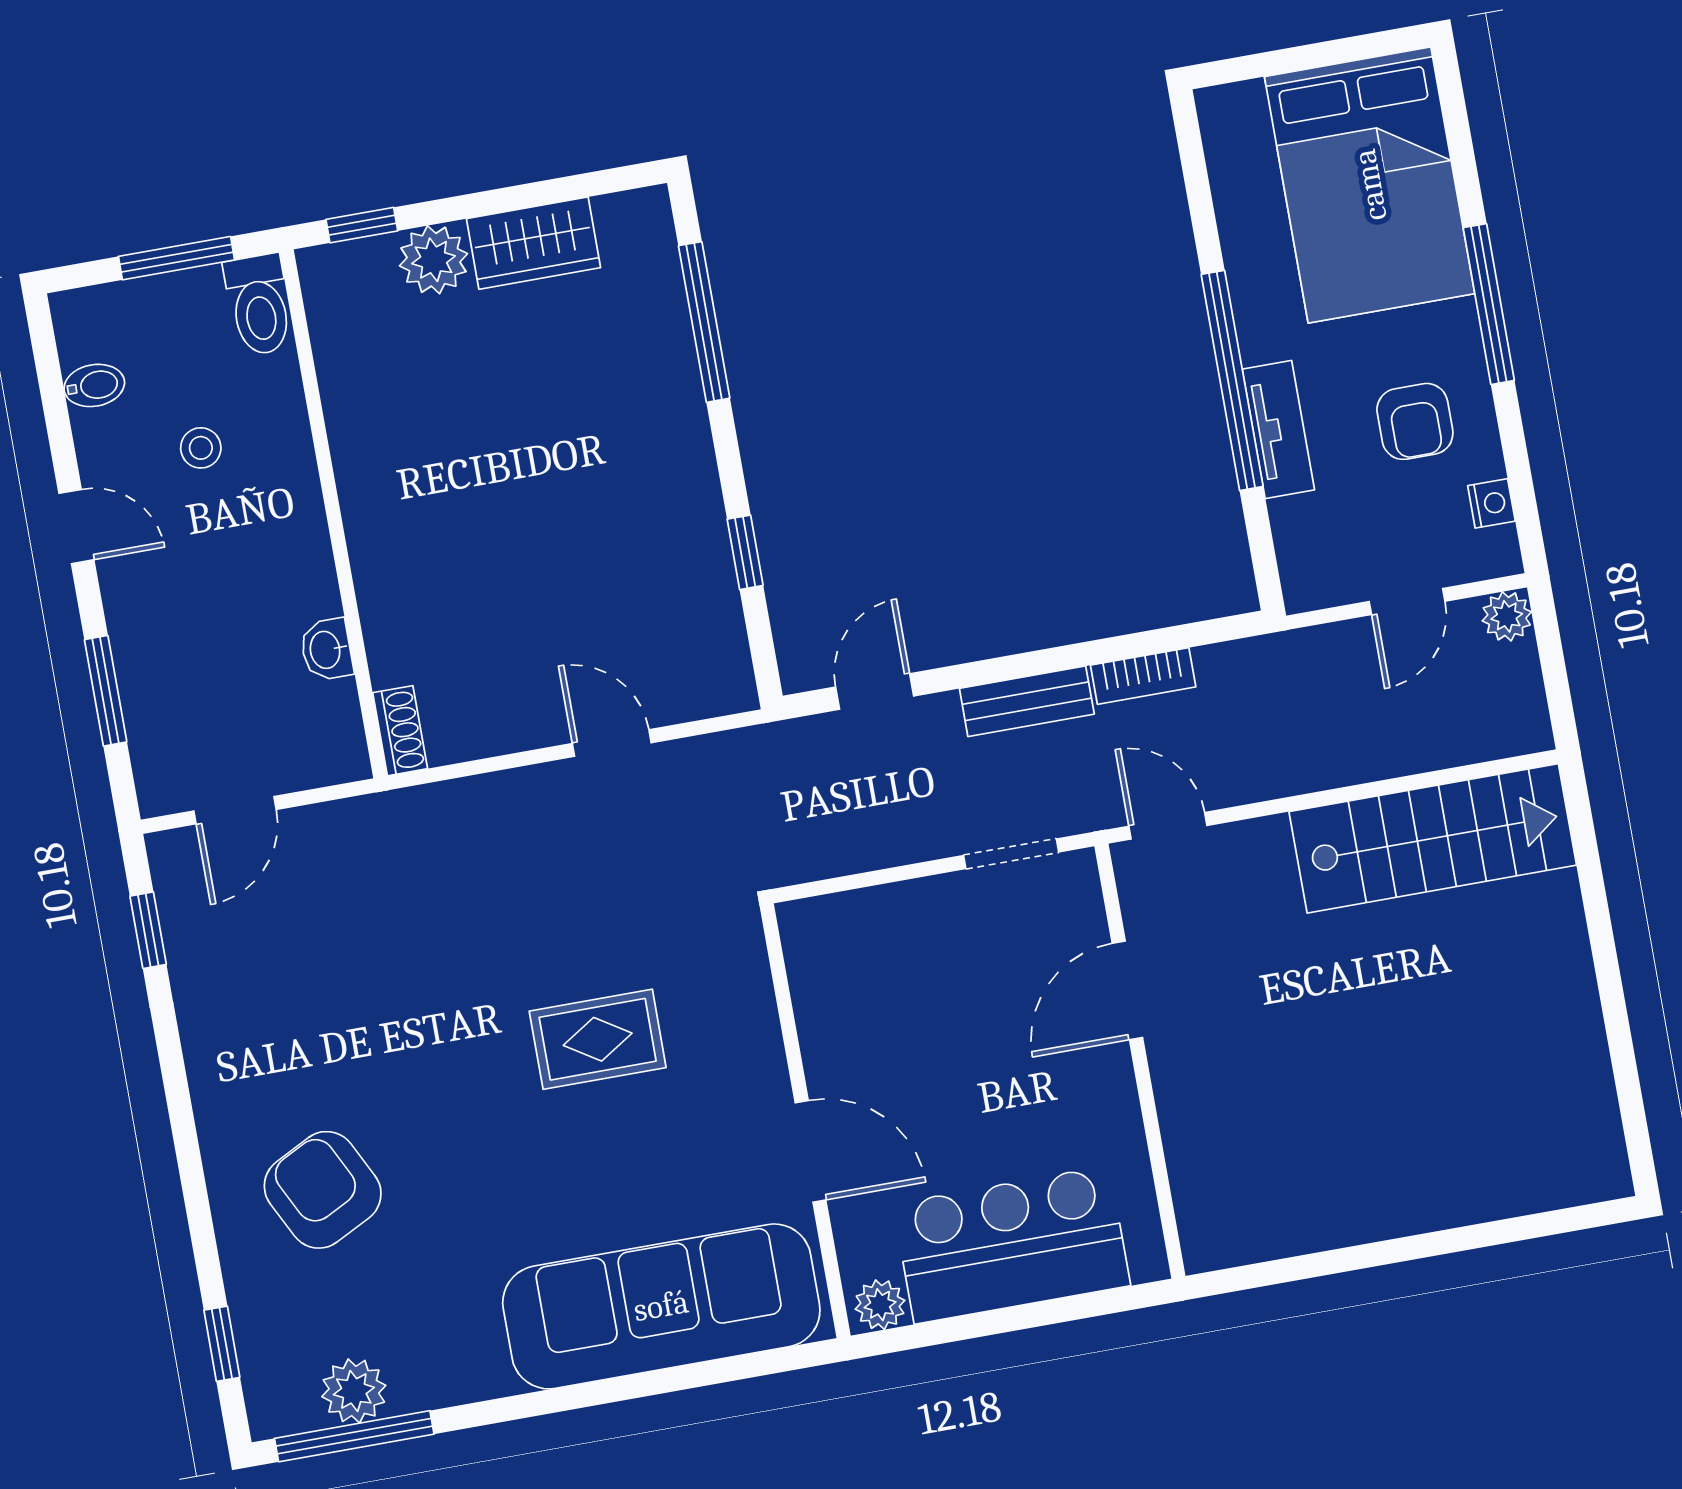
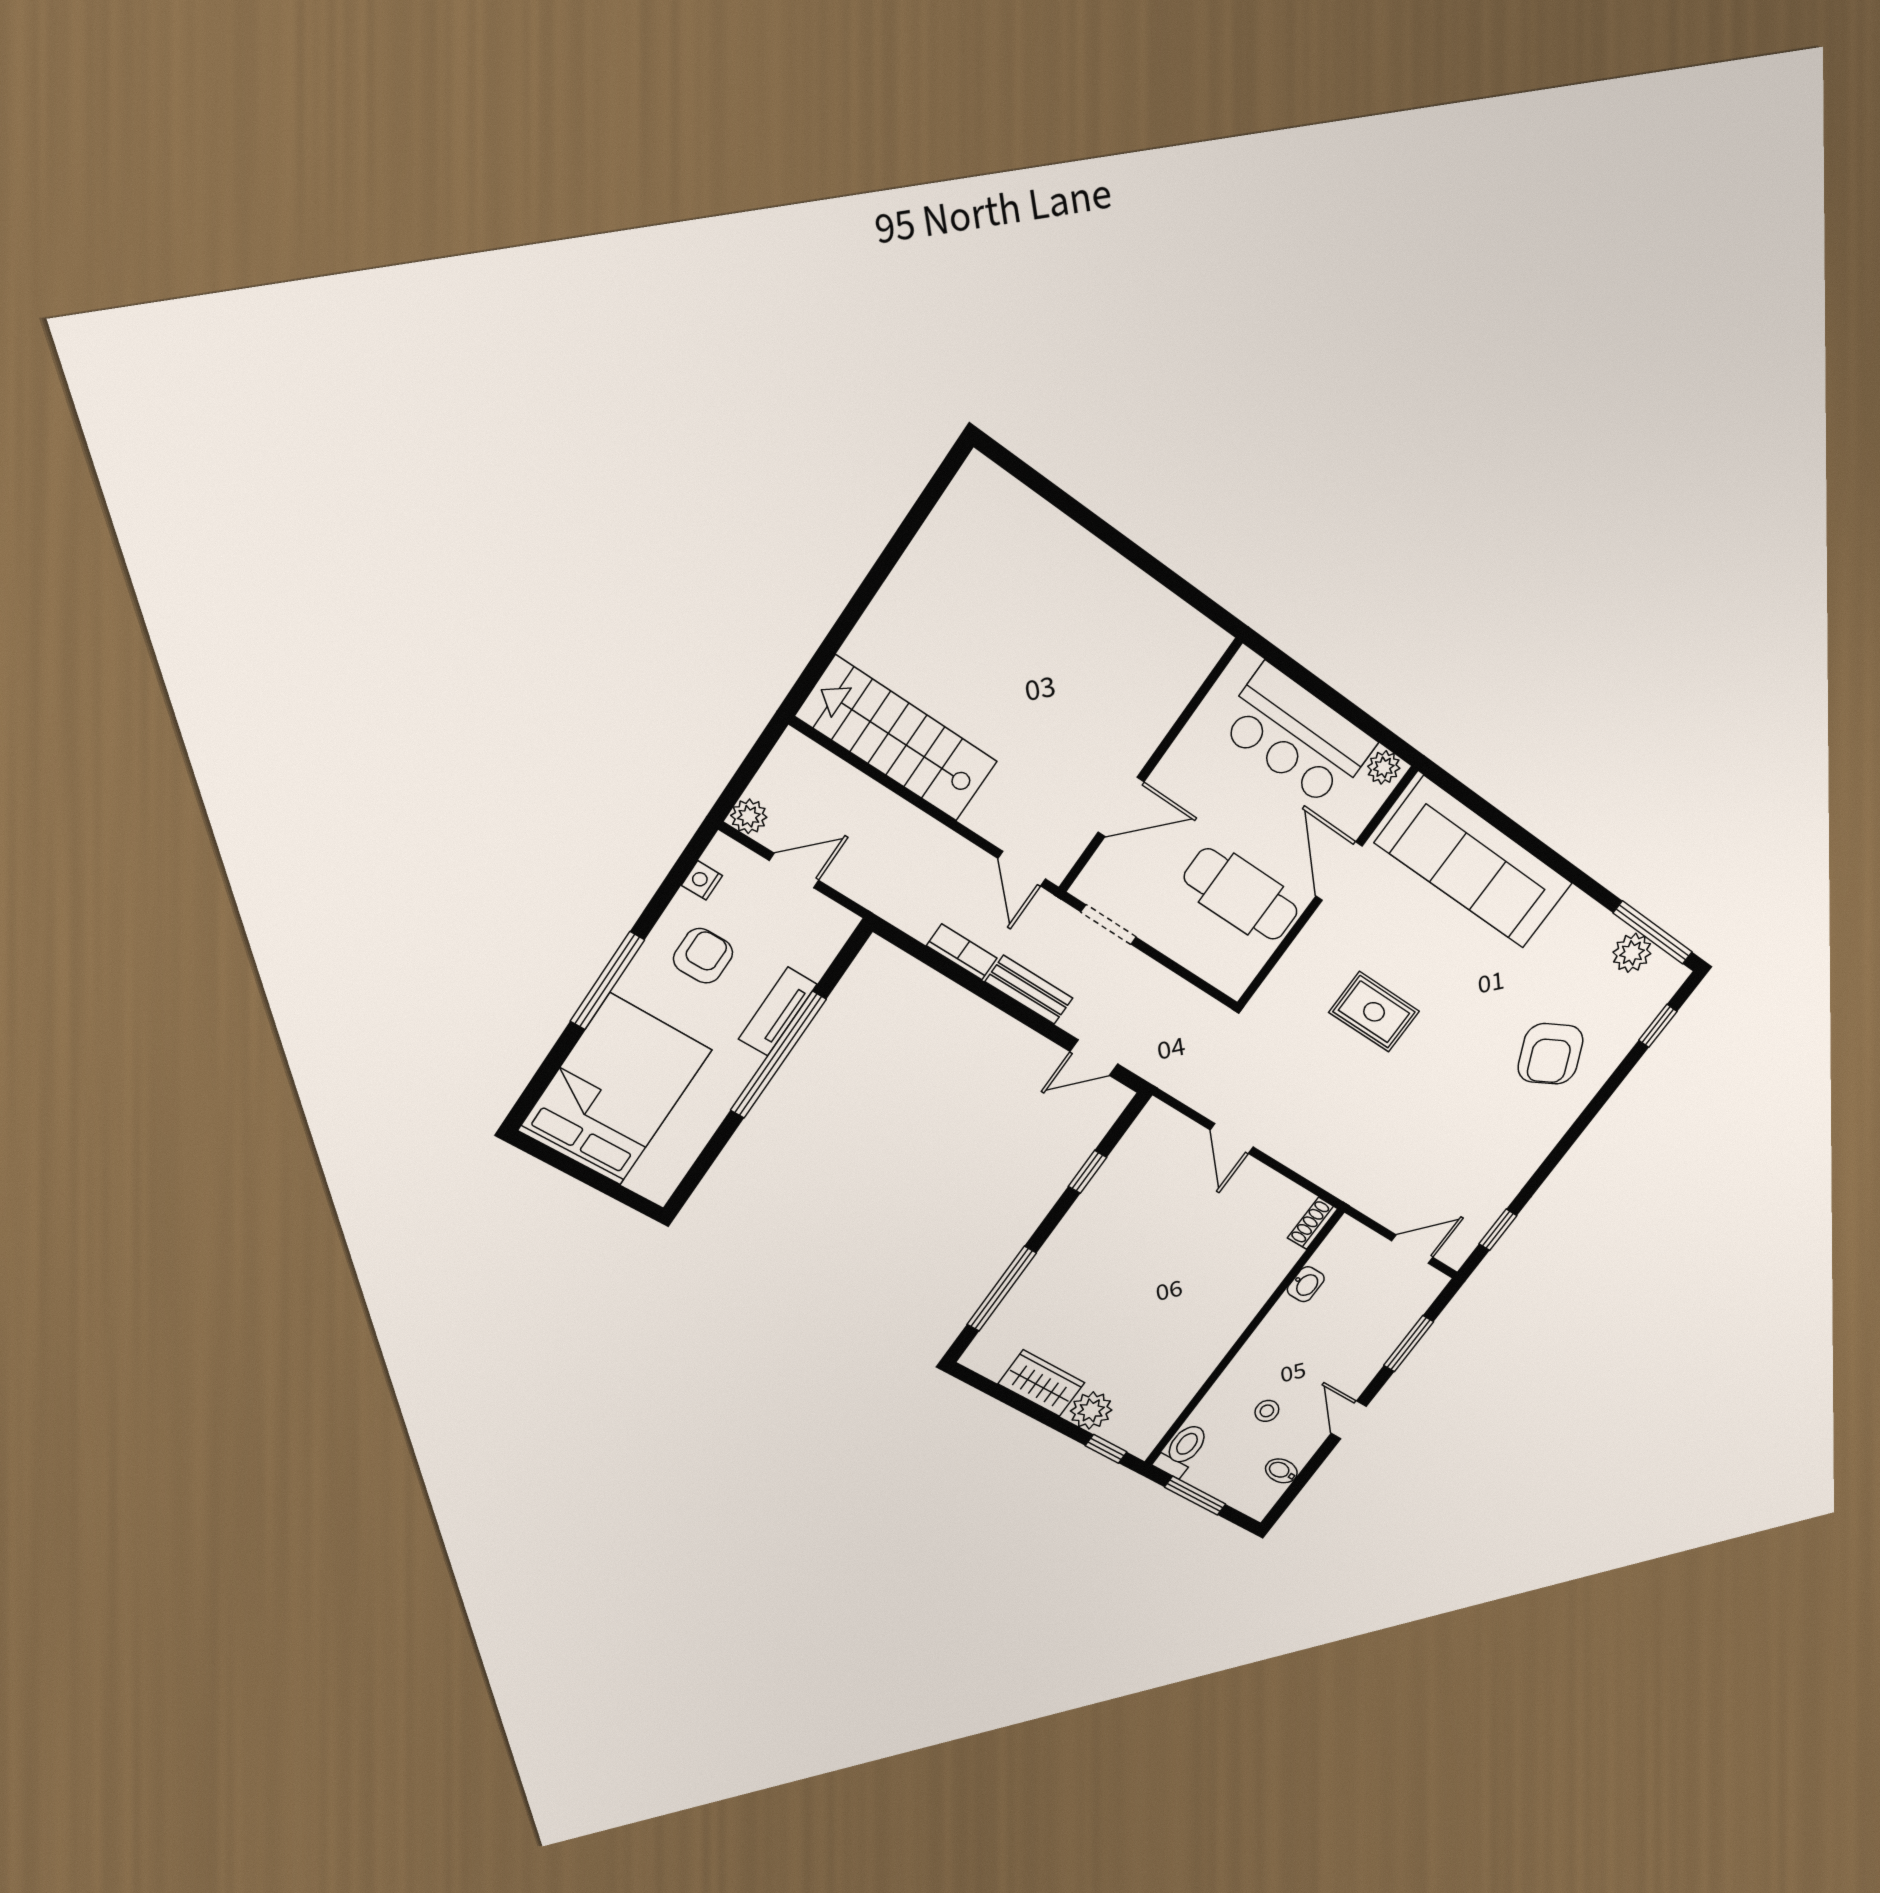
cafe table: (896, 1023) -> (1241, 894), added

